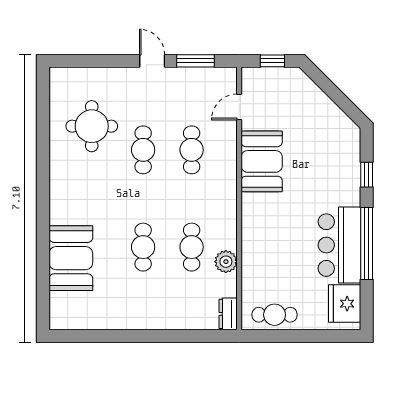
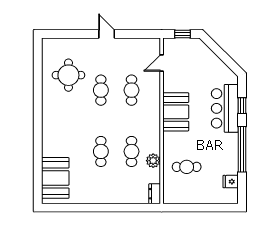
window: (195, 61) -> (134, 34), removed
booth: (262, 161) -> (176, 112), moved
bar counter: (339, 245) -> (225, 108), moved
booth: (71, 258) -> (55, 178), moved
fridge: (345, 304) -> (231, 182), width x0.53, depth x0.75
cafe table: (275, 315) -> (187, 167), moved

